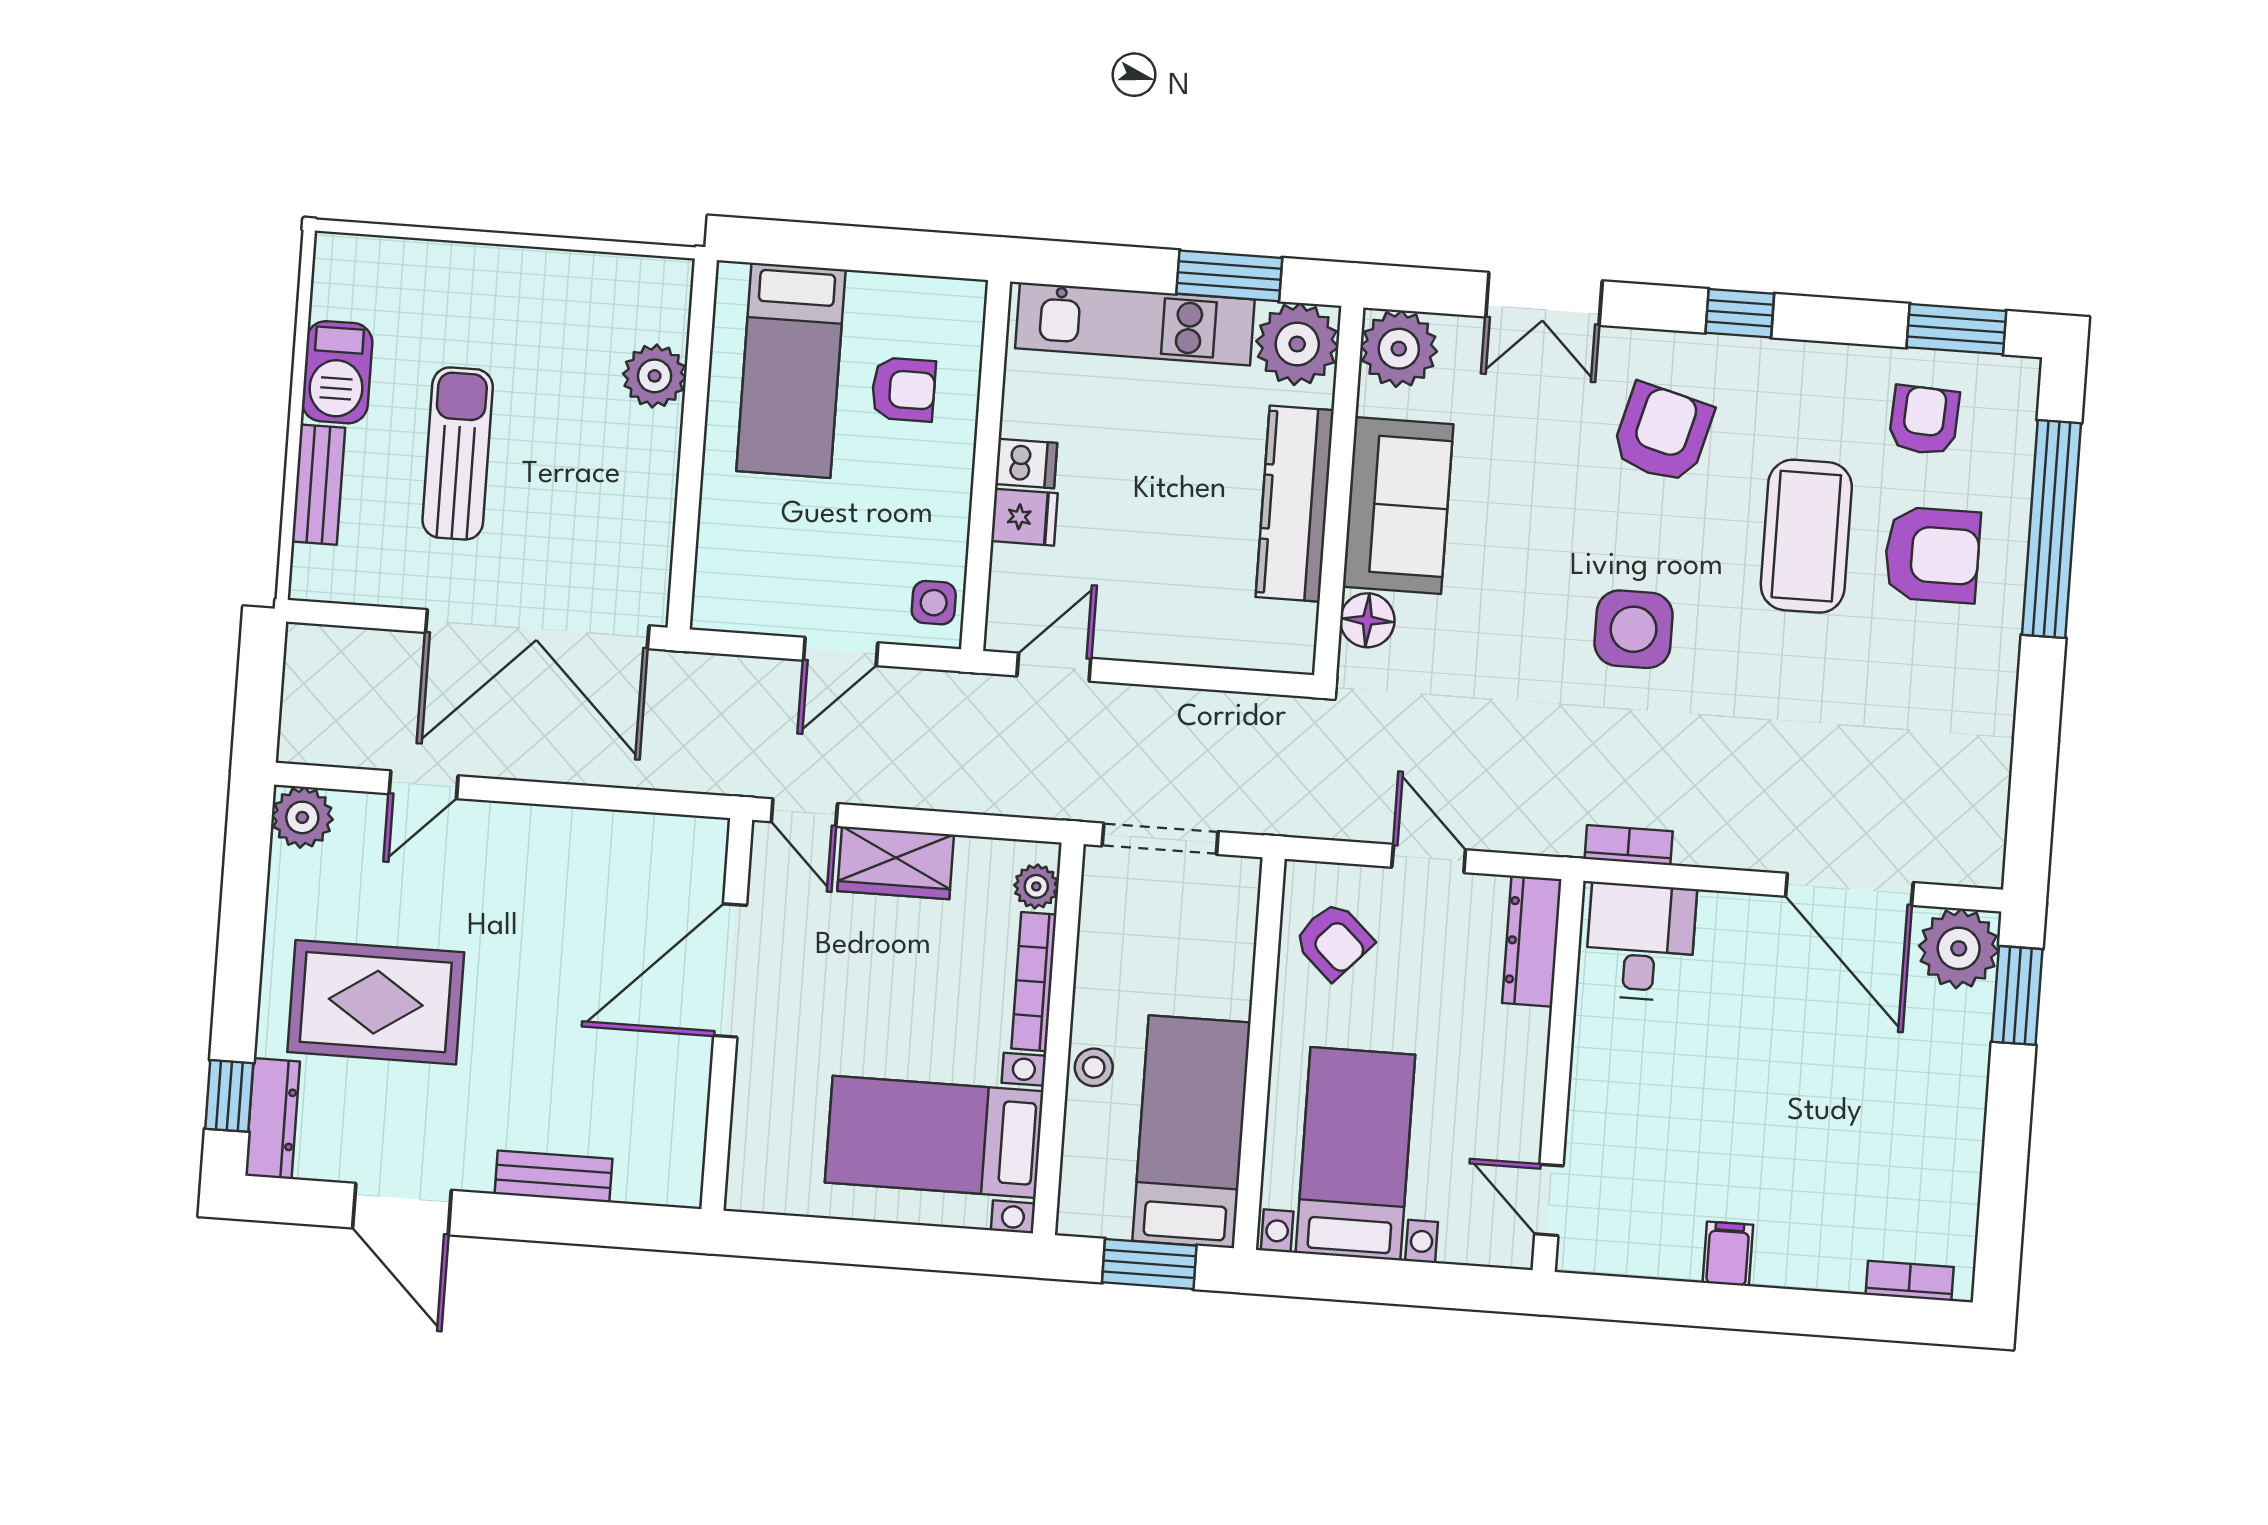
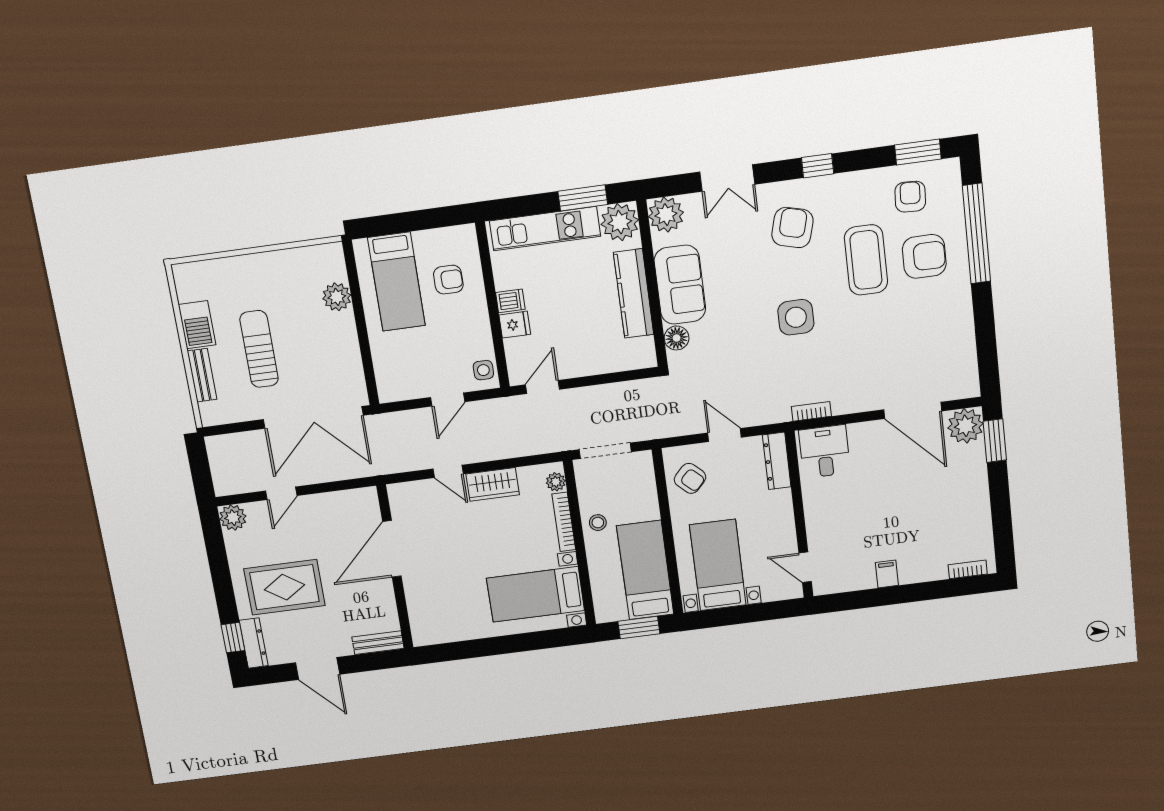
door: (730, 970) -> (392, 549), moved
wall: (727, 1014) -> (395, 567), moved
stool: (1094, 1067) -> (598, 523), moved

